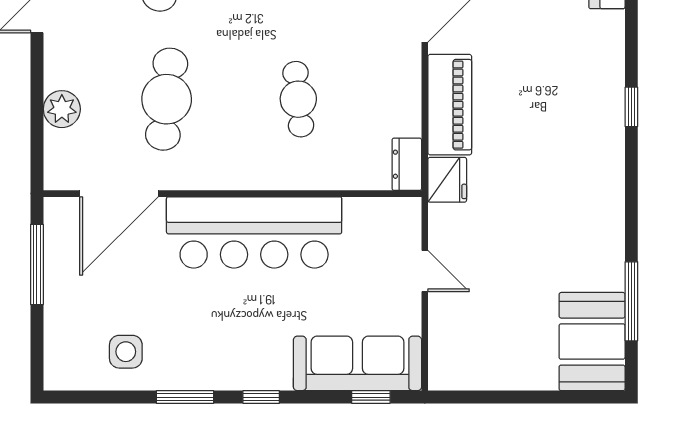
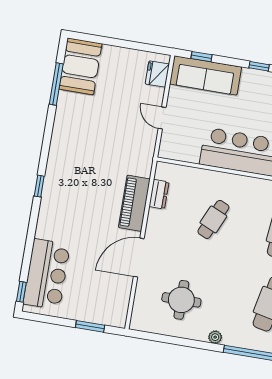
cafe table: (298, 99) -> (213, 219), turned 30
dresser: (407, 164) -> (159, 194), moved
fridge: (447, 180) -> (157, 74), moved

